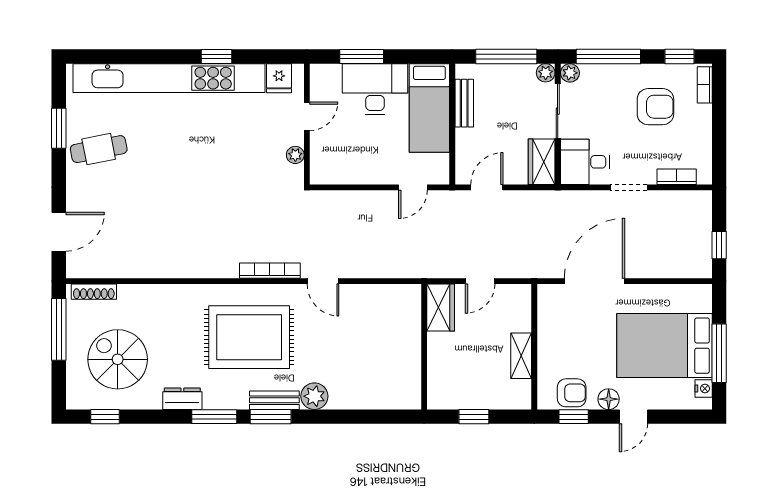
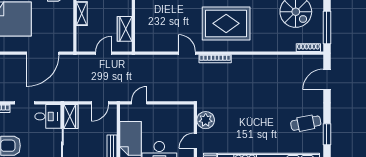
plant: (295, 155) -> (206, 120), width x1.88, depth x1.88
wardrobe: (441, 308) -> (125, 29), moved

